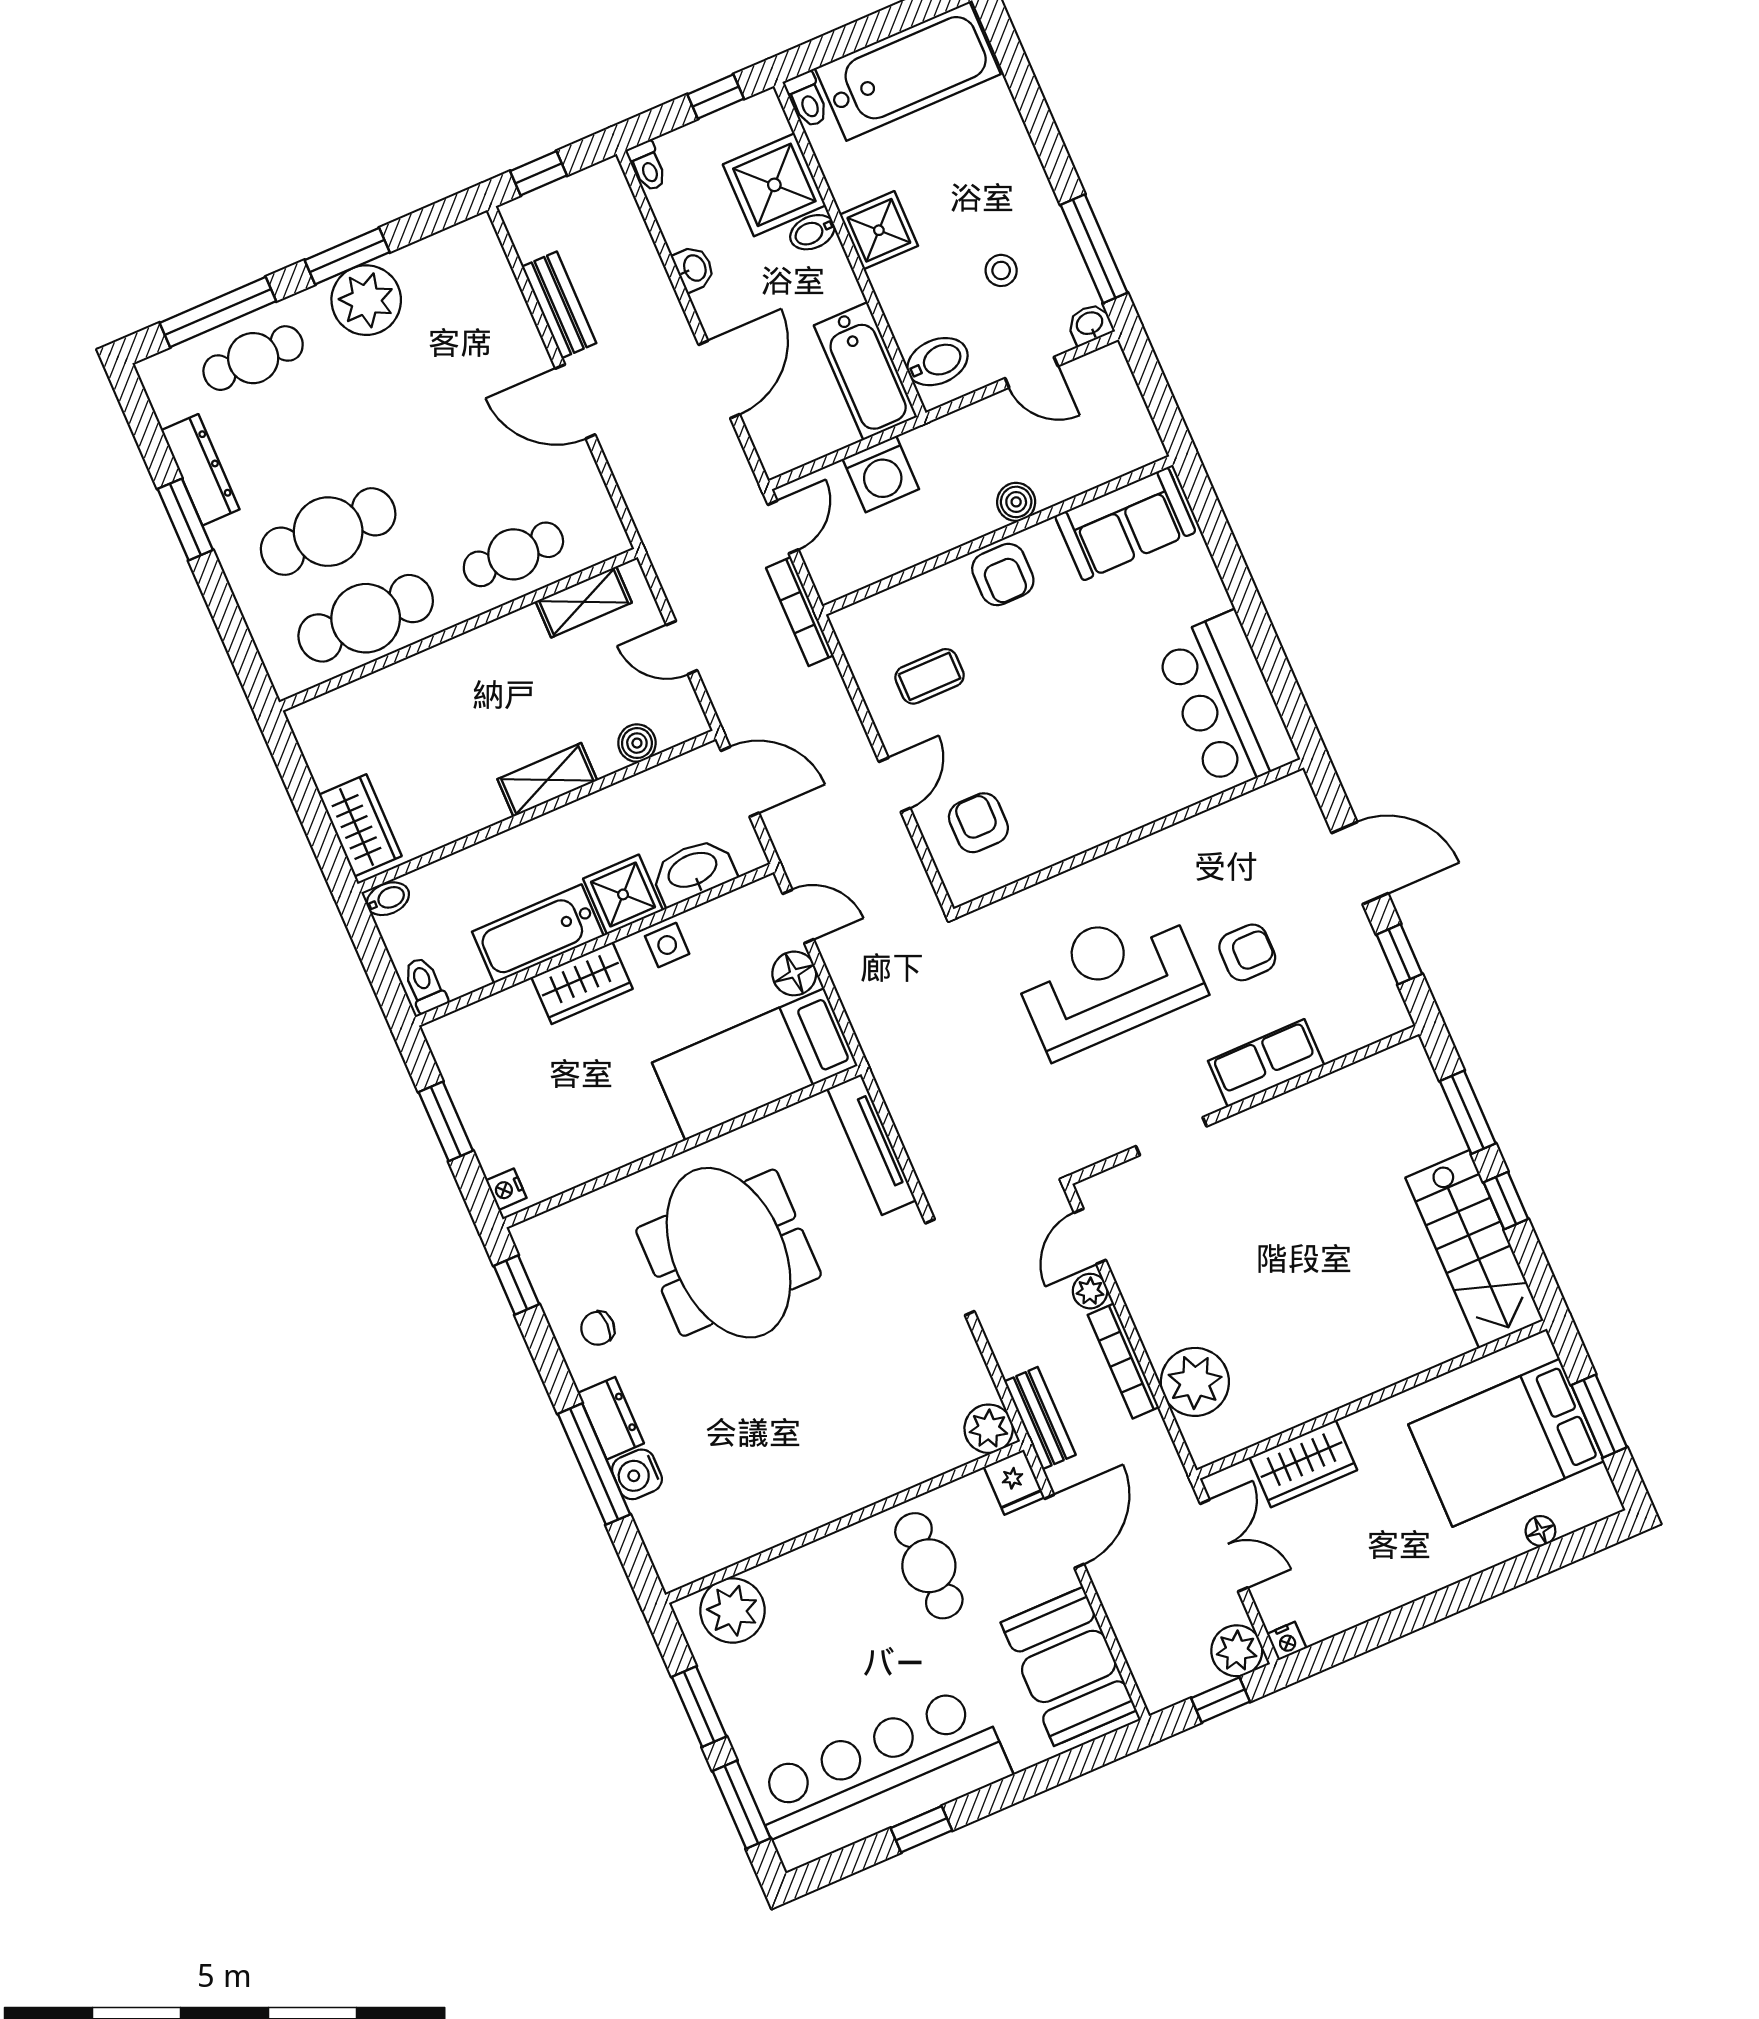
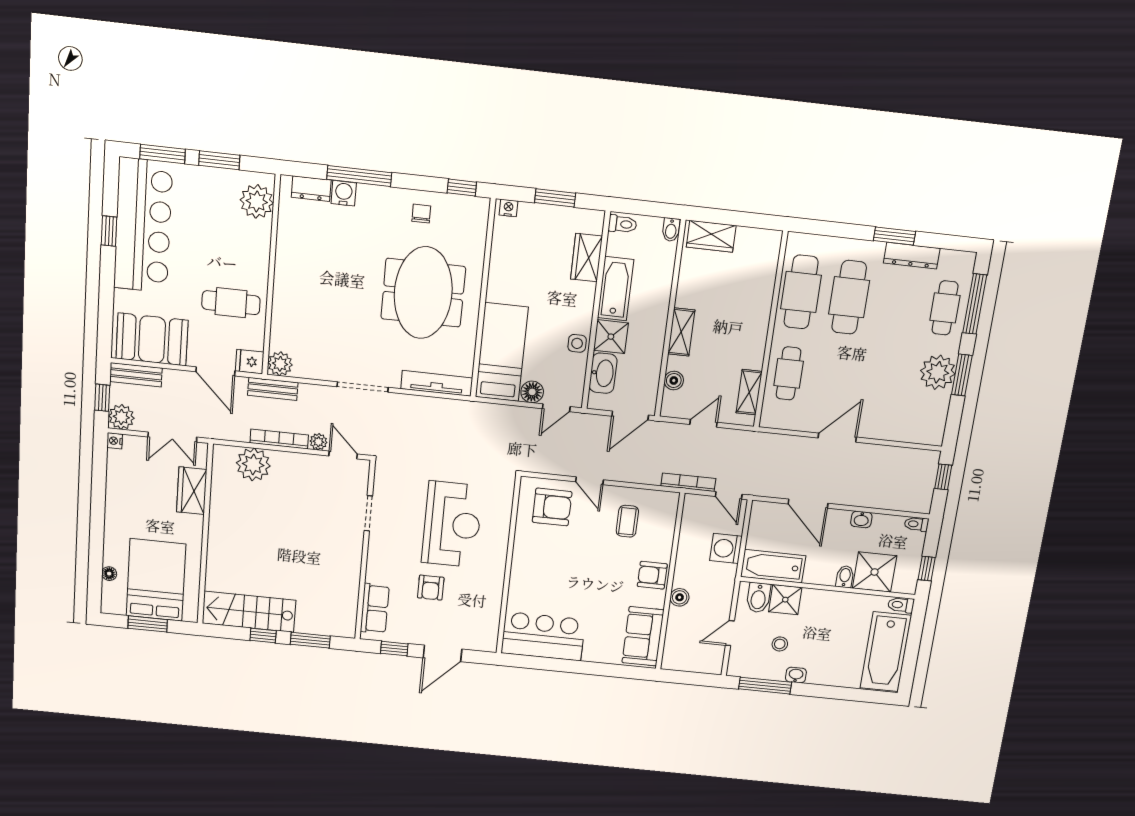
shower: (879, 230) -> (785, 600), moved
bench: (559, 305) -> (136, 375), moved
washbasin: (1090, 324) -> (796, 675), moved, turned -90
armchair: (978, 823) -> (552, 507), width x1.38, depth x1.38
wardrobe: (582, 983) -> (587, 258), moved
row of seats: (1266, 1063) -> (375, 609), moved
meeting table: (729, 1253) -> (423, 293), turned 90
dresser: (611, 1418) -> (311, 189), moved

